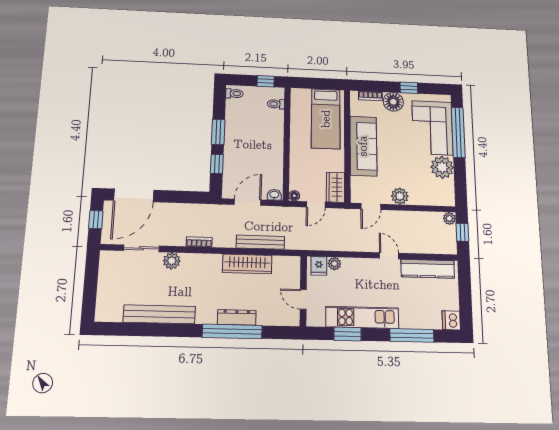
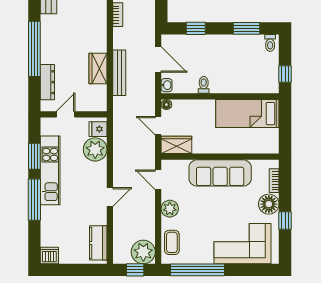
toilet: (276, 104) -> (204, 85), moved
bed: (326, 119) -> (247, 114), moved
window: (218, 132) -> (247, 28), moved
window: (458, 132) -> (198, 270), moved
plant: (442, 167) -> (201, 252), removed
coffee table: (433, 195) -> (172, 242), added
plant: (449, 218) -> (143, 252), width x1.87, depth x1.87
wardrobe: (247, 264) -> (98, 68), width x0.67
plant: (334, 264) -> (95, 149), width x1.88, depth x1.88
kitchen counter: (428, 269) -> (98, 243), width x0.67
dresser: (237, 317) -> (47, 82), moved
window: (412, 335) -> (34, 200), moved

